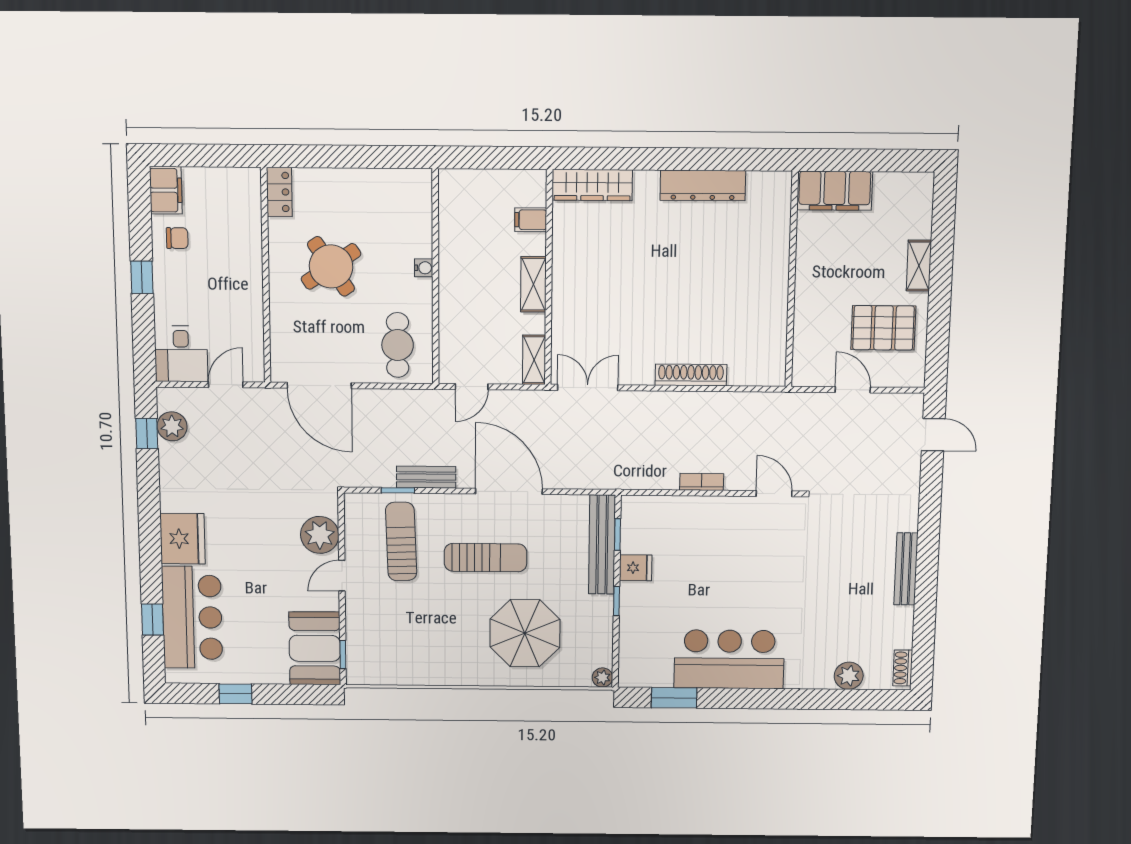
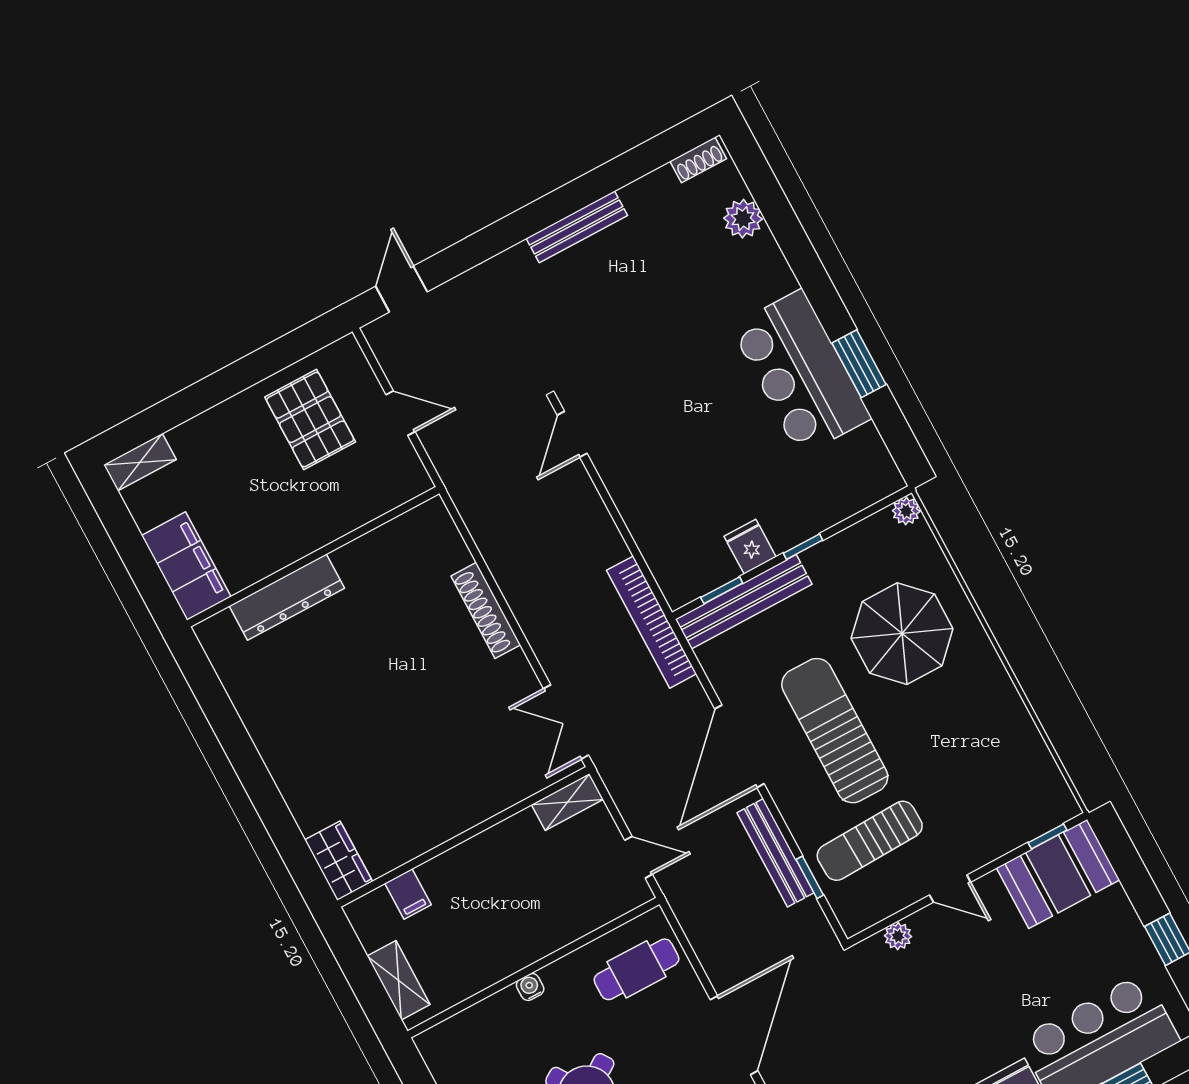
wardrobe: (592, 185) -> (339, 861), width x0.67
dresser: (703, 185) -> (287, 597), moved, turned 90
shelving: (919, 266) -> (140, 462), moved
shelving: (533, 284) -> (399, 980), moved, turned 90
door: (853, 390) -> (400, 413), swing flipped
bench: (426, 477) -> (775, 853), width x1.36
bookcase: (702, 482) -> (652, 622), moved, width x2.31, depth x1.31
plant: (320, 535) -> (898, 936), width x0.53, depth x0.53
sun lounger: (485, 558) -> (835, 731), width x1.36, depth x1.34
window: (674, 698) -> (859, 364), moved

